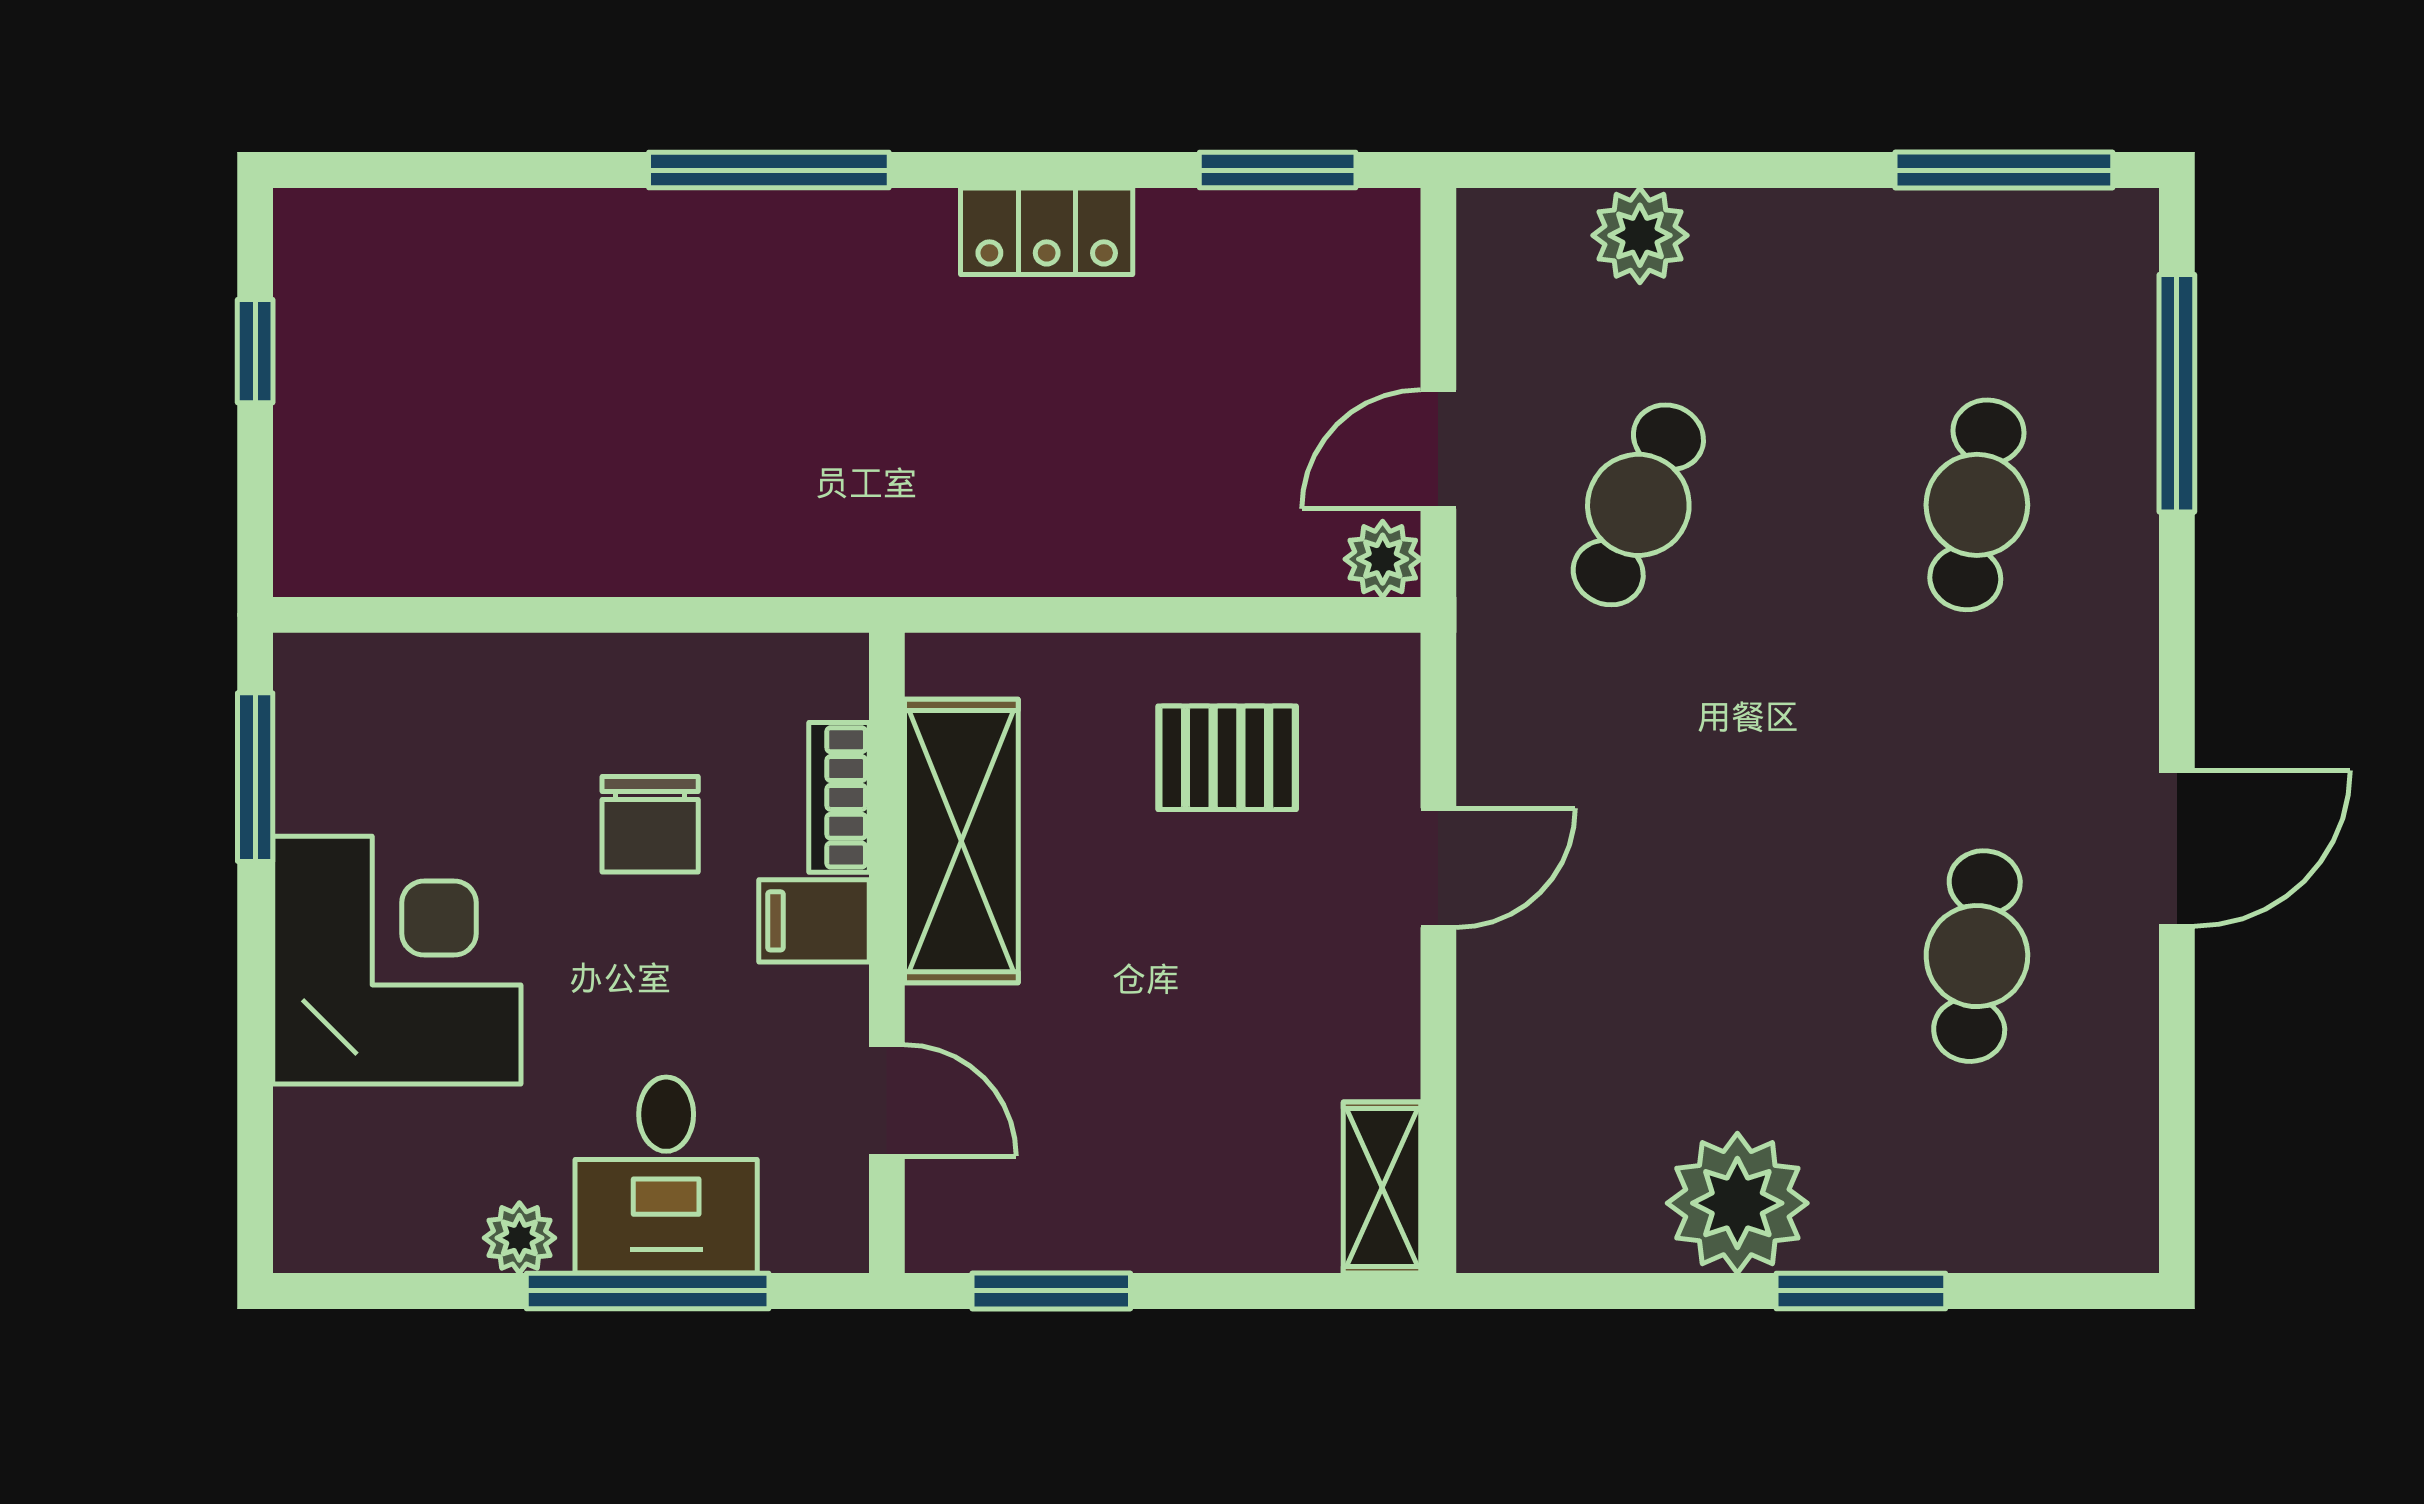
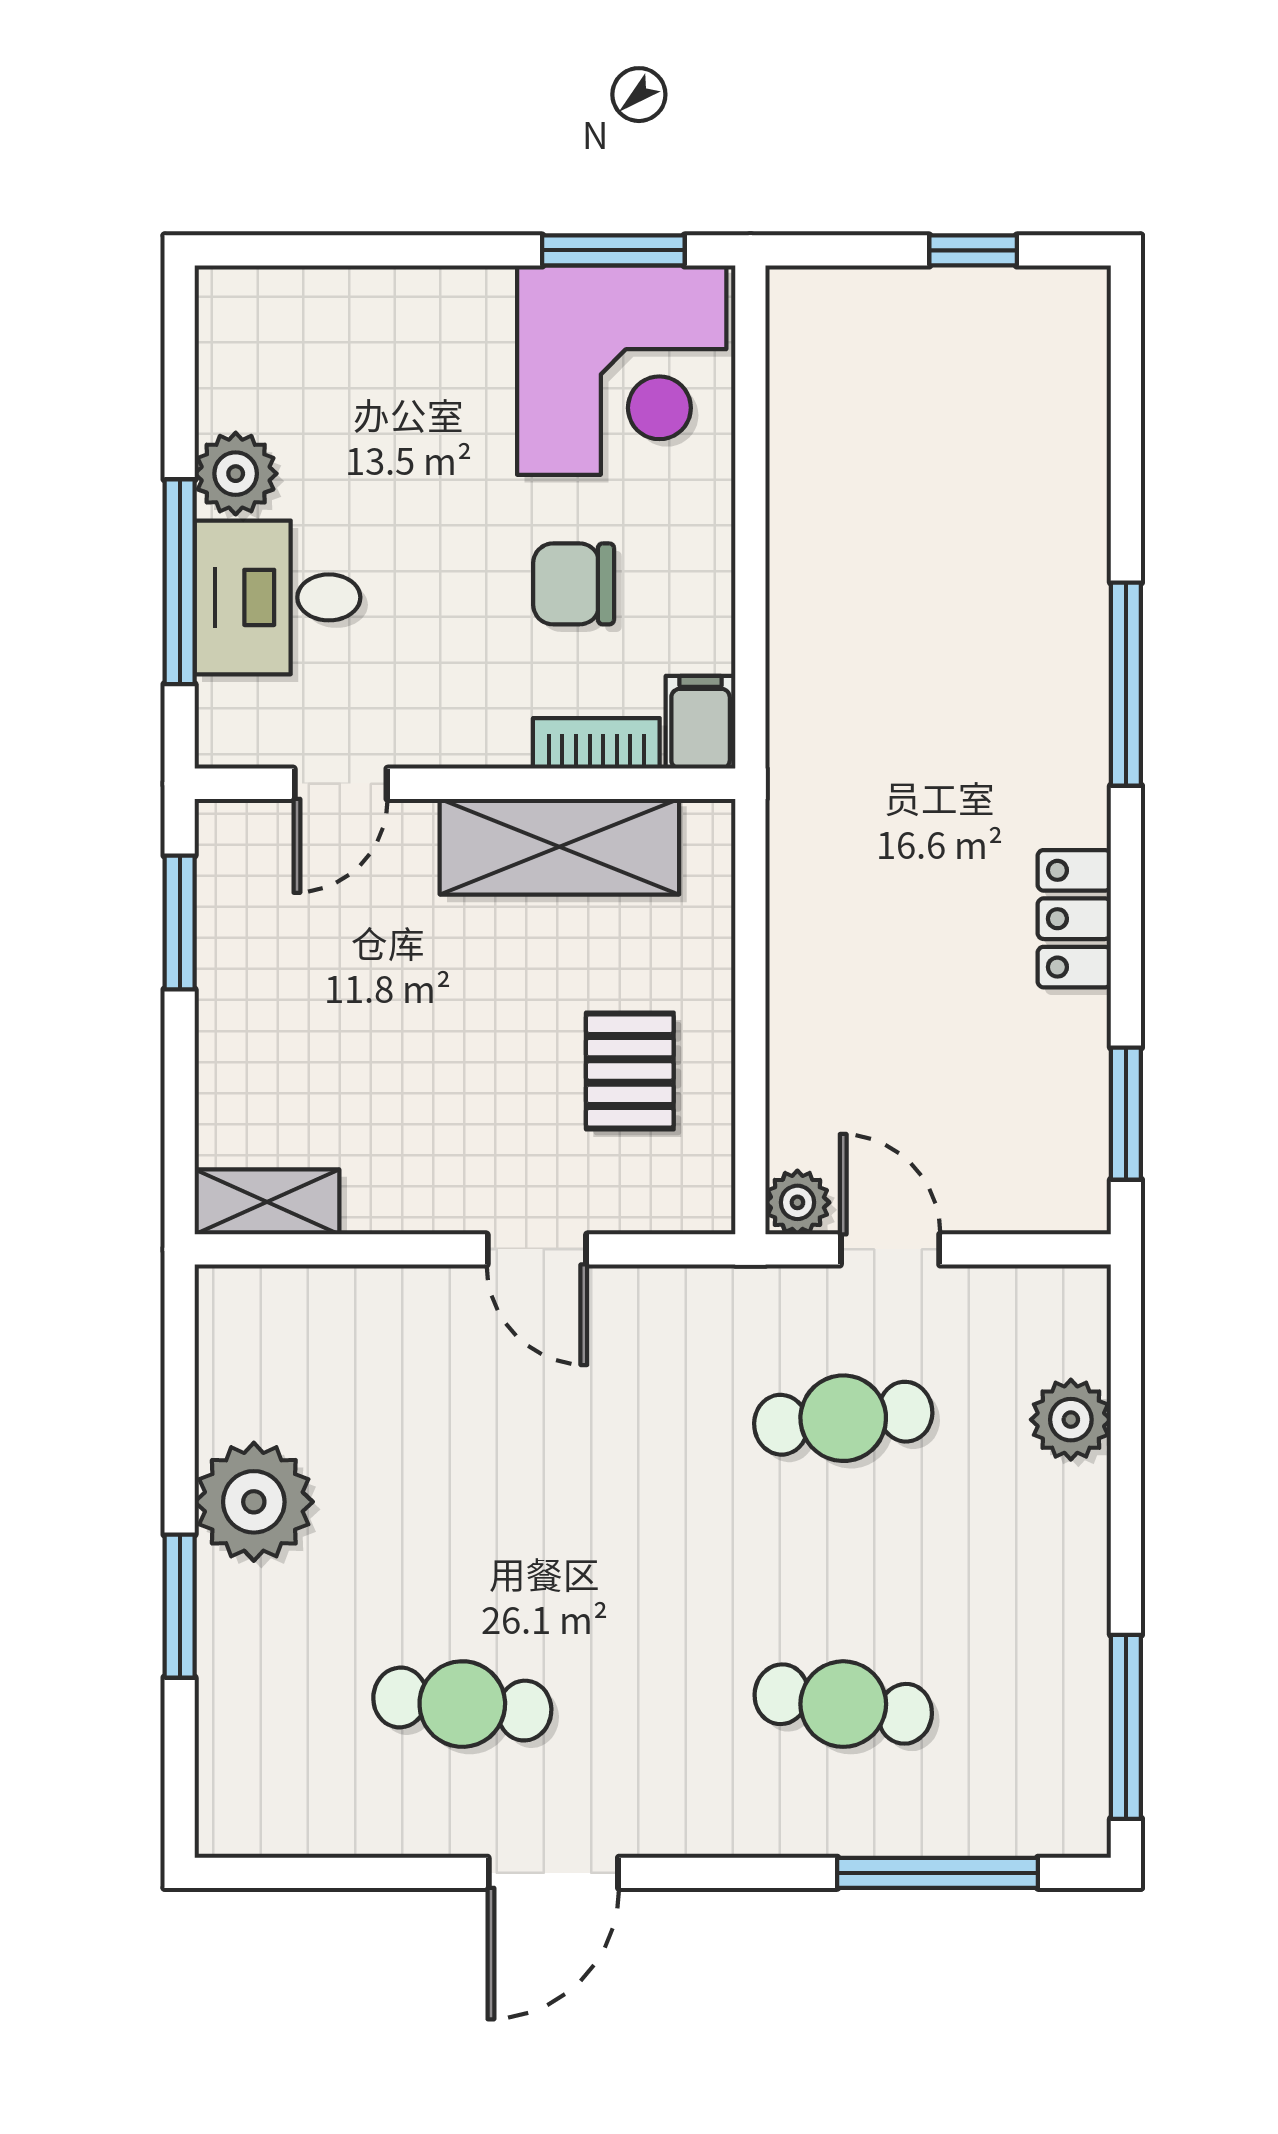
cafe table: (1638, 505) -> (843, 1418), turned -30
door: (2177, 848) -> (553, 1873), hinge flipped
filing cabinet: (814, 921) -> (701, 722), moved
corner desk: (397, 960) -> (622, 370), moved
plant: (519, 1238) -> (236, 474), width x1.38, depth x1.38

